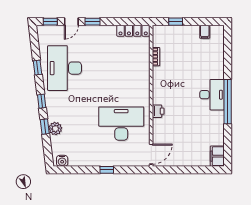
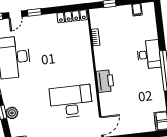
desk: (212, 95) -> (149, 54), moved
printer: (158, 111) -> (105, 81), width x1.87, depth x1.48

